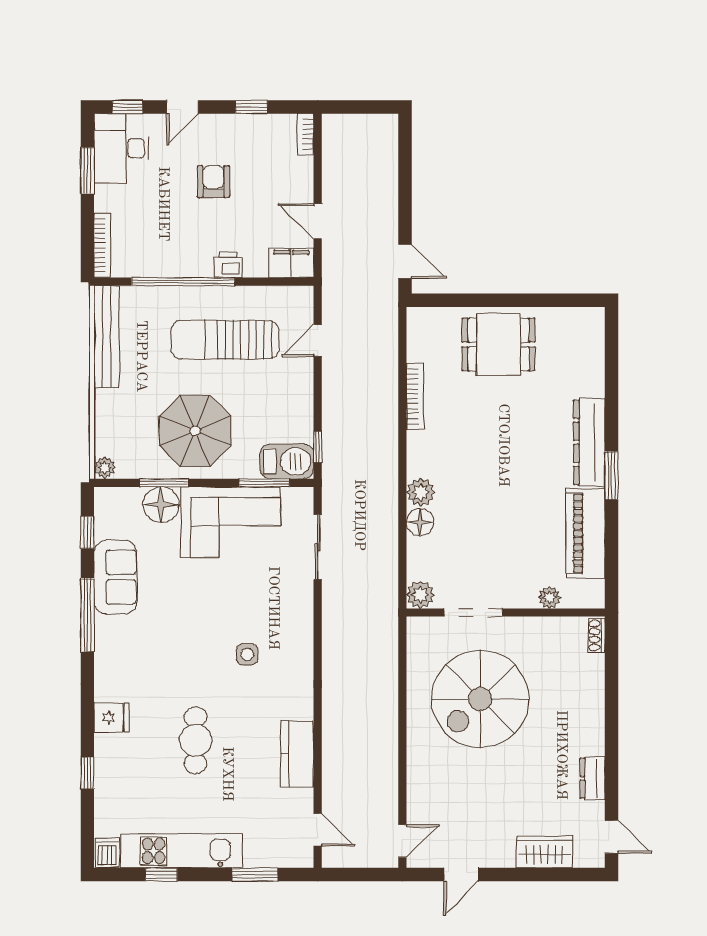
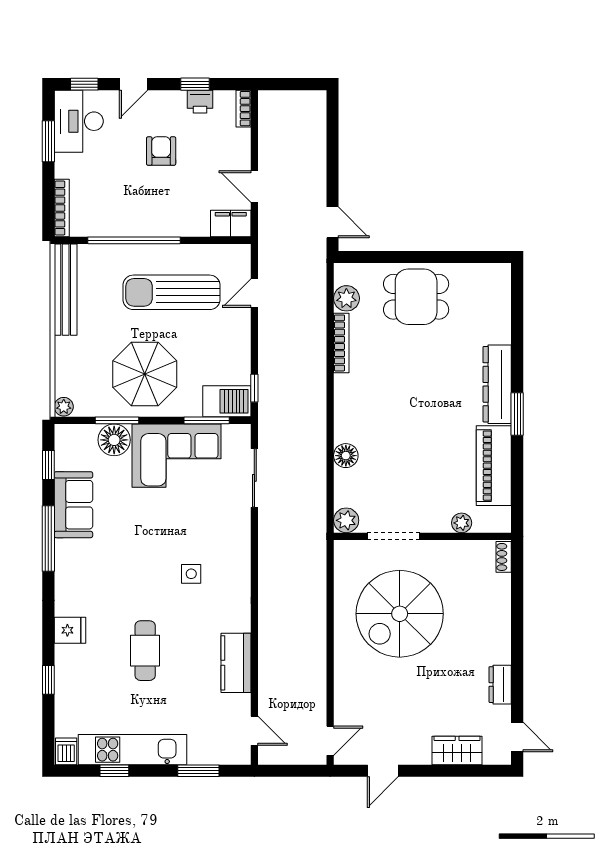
printer: (228, 265) -> (200, 102), moved, turned 180
plant: (421, 492) -> (346, 298), moved

